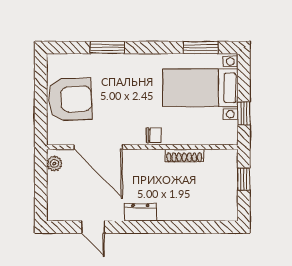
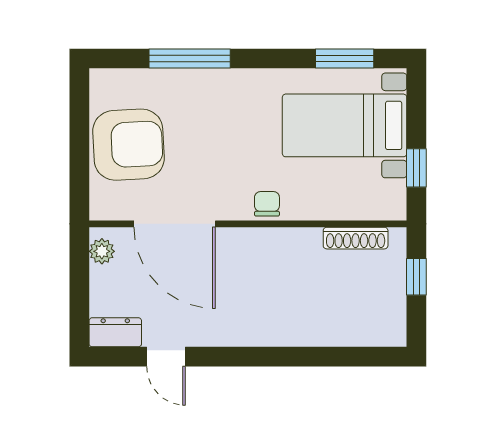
window: (107, 48) -> (190, 59), width x1.44
chair: (154, 135) -> (267, 204), turned -90
shoe rack: (184, 156) -> (356, 238), moved
dresser: (140, 212) -> (115, 332), moved

